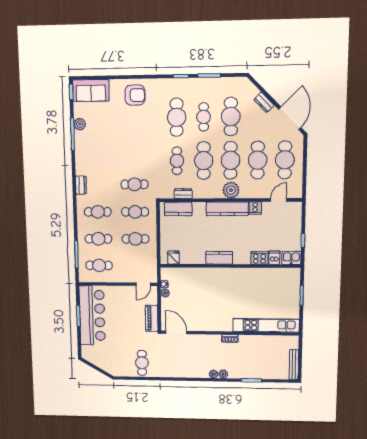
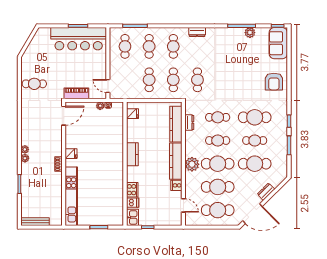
cafe table: (204, 161) -> (218, 140), width x0.73, depth x0.74
kitchen counter: (178, 209) -> (176, 124), width x1.50
fridge: (218, 325) -> (71, 154), added

